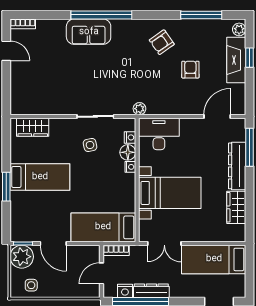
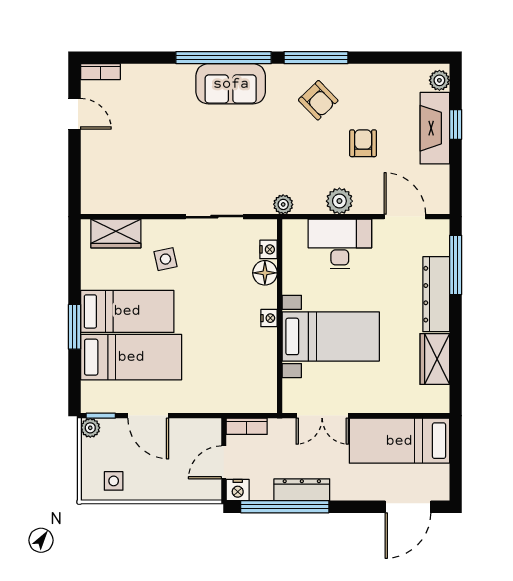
window: (201, 15) -> (316, 58), moved
sofa: (89, 32) -> (231, 84), moved
armchair: (162, 42) -> (318, 100), turned -99
plant: (175, 106) -> (339, 201), added
door: (217, 116) -> (405, 217), hinge flipped
desk: (159, 134) -> (340, 244), moved
side table: (90, 145) -> (165, 259), moved
nightstand: (130, 167) -> (269, 318), moved
bed: (103, 227) -> (131, 357), moved, turned 180
plant: (22, 257) -> (90, 428), width x0.53, depth x0.53
nightstand: (125, 291) -> (238, 490), moved

